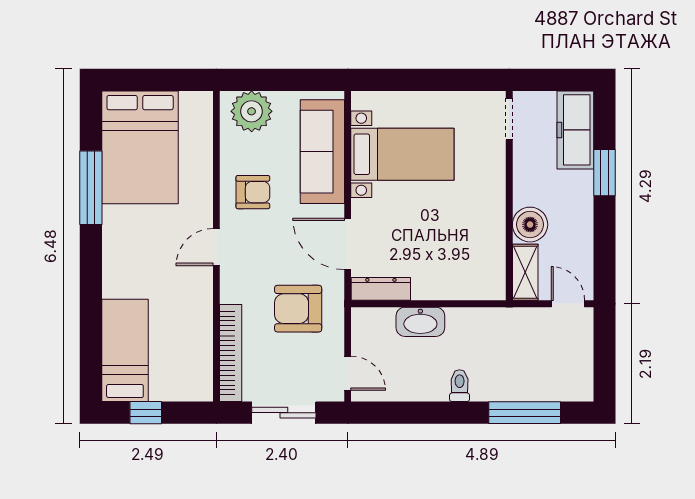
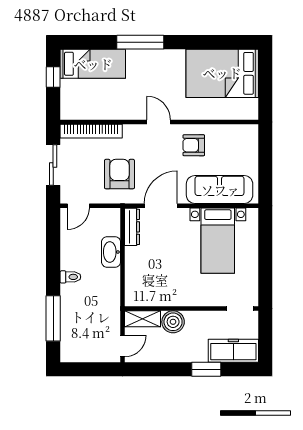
plant: (252, 111) -> (245, 144), removed
window: (91, 188) -> (140, 42), moved
armchair: (253, 192) -> (194, 145), turned 90

